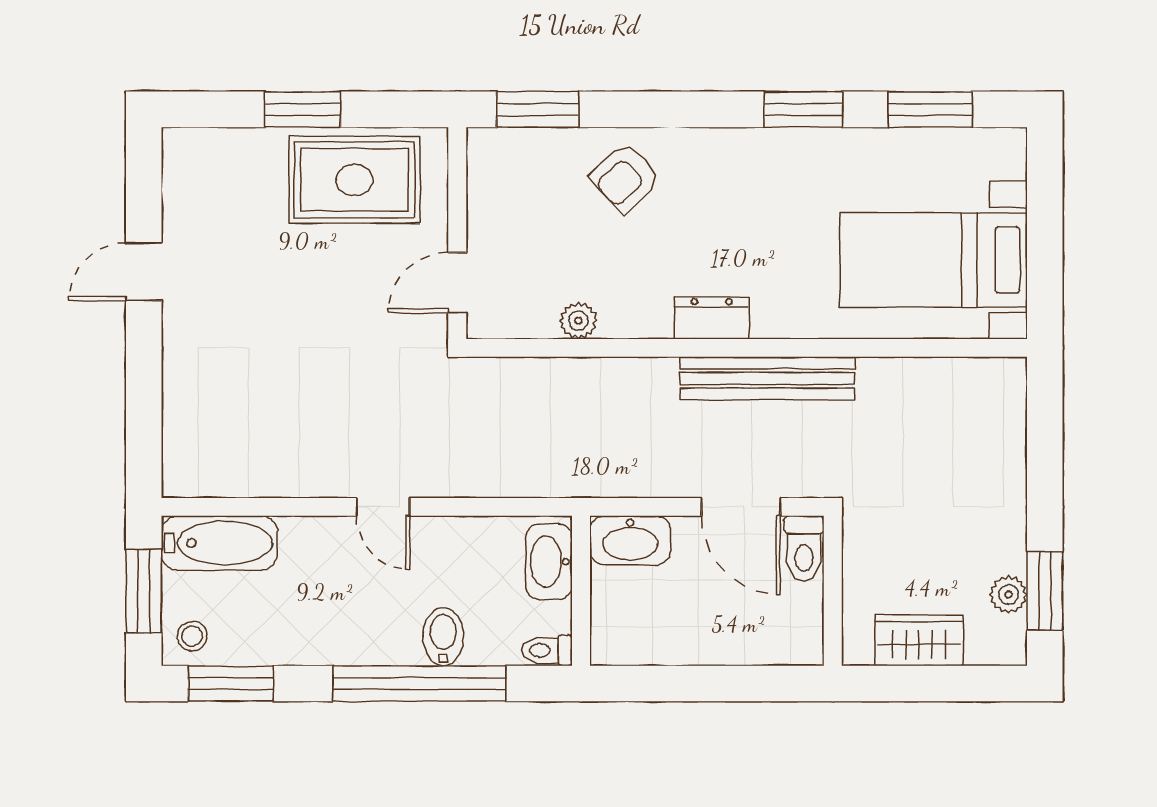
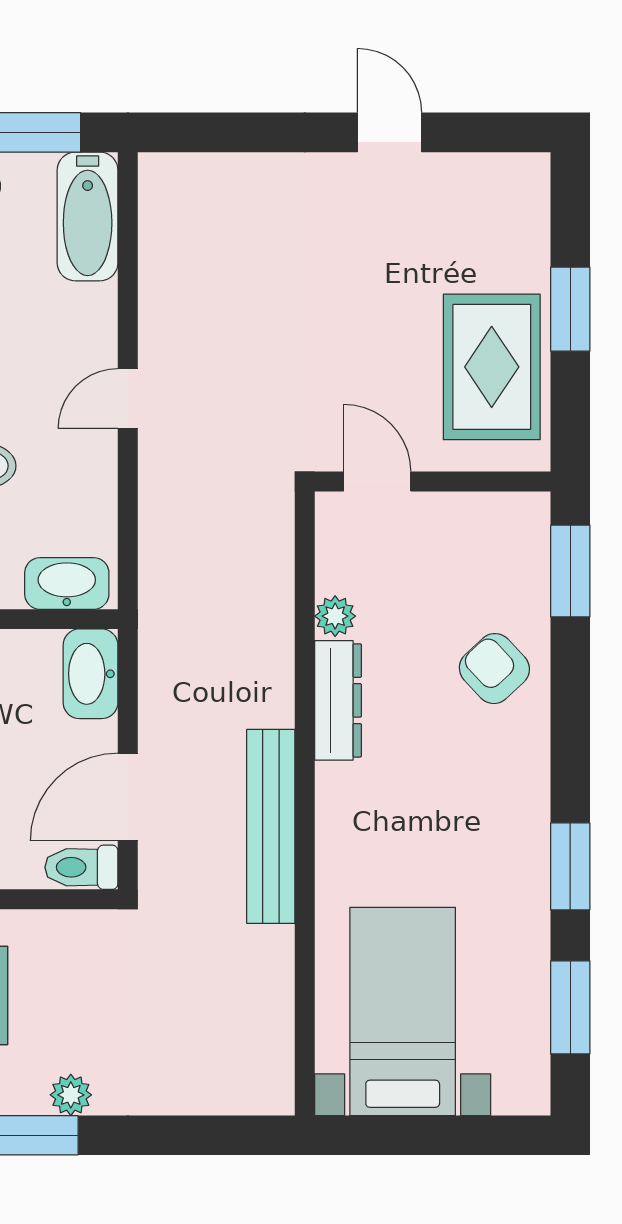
dresser: (711, 318) -> (338, 700), moved, width x1.44
plant: (1008, 594) -> (71, 1095), moved

